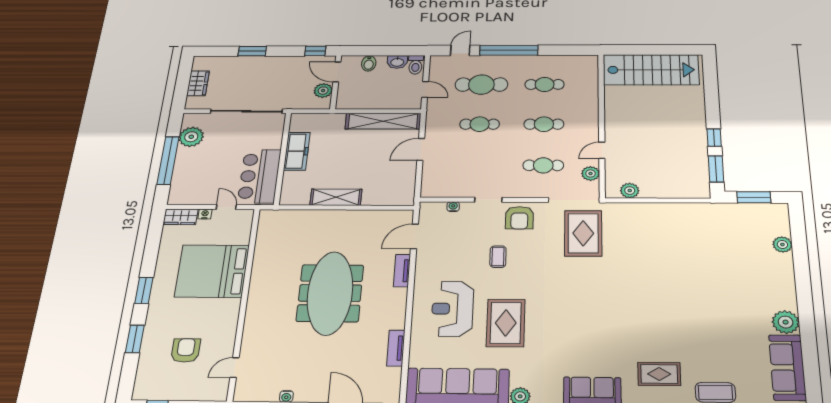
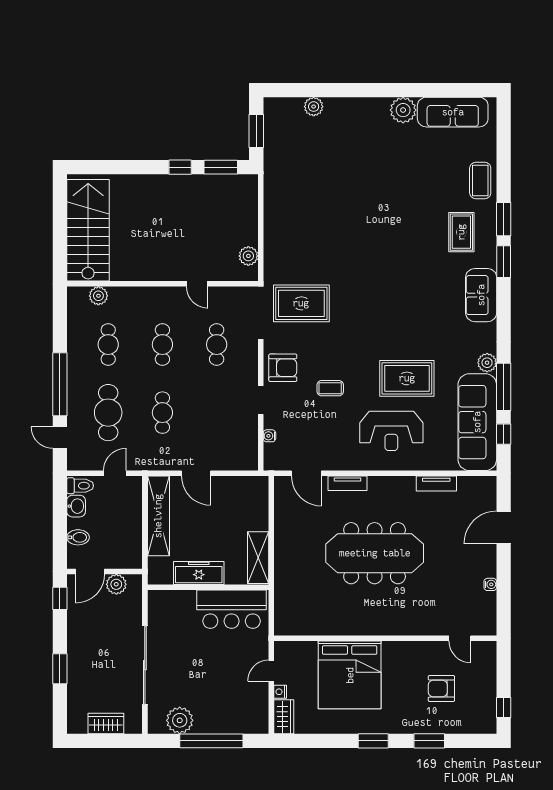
freezer: (297, 151) -> (199, 573), moved
wall: (282, 158) -> (208, 587), moved
plant: (590, 174) -> (98, 296), moved
bar counter: (259, 176) -> (232, 609), moved

